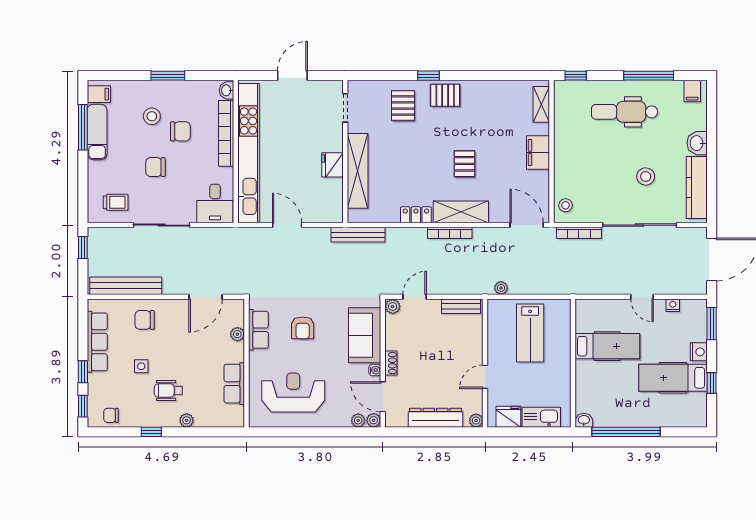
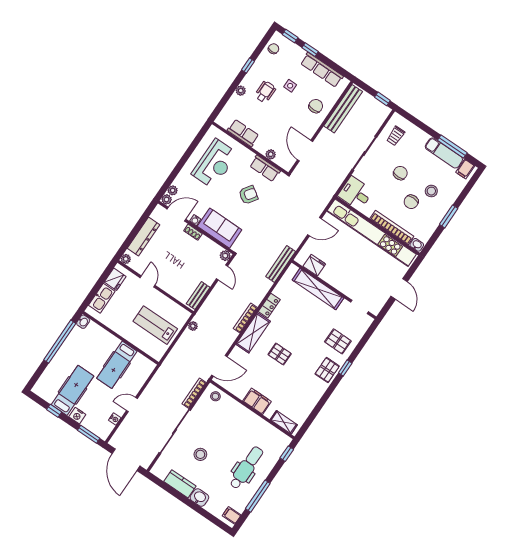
fridge: (332, 165) -> (314, 265), moved
kitchen counter: (697, 187) -> (180, 484), width x0.67
armchair: (303, 328) -> (248, 195), turned 124

